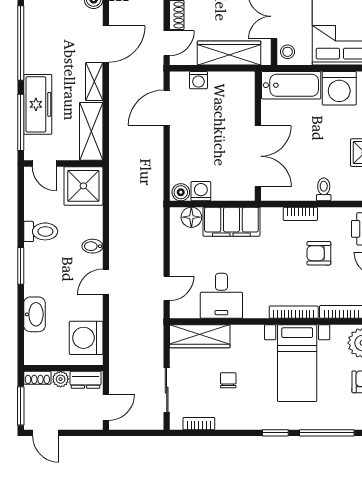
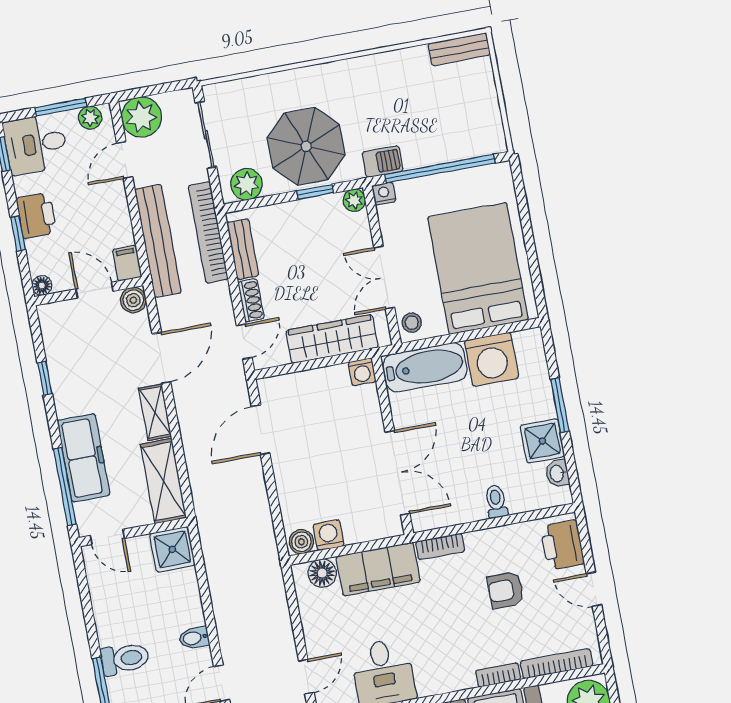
window: (21, 43) -> (45, 378), width x0.32
washing machine: (198, 80) -> (362, 372), moved
shower: (83, 186) -> (172, 549), width x0.73, depth x0.73
bookcase: (300, 214) -> (440, 546), moved
toilet: (41, 231) -> (125, 659), moved
bookcase: (294, 312) -> (498, 675), width x0.64

